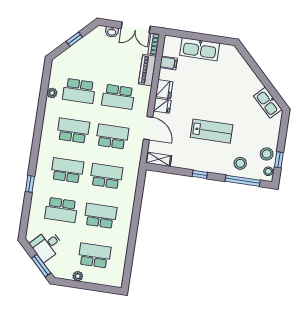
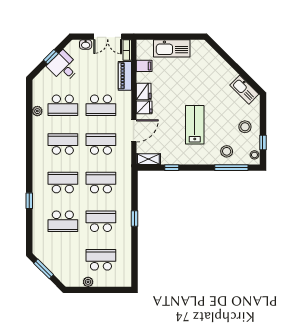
door: (148, 128) -> (134, 131), hinge flipped
lab bench: (212, 131) -> (195, 125), turned -90
stool: (267, 154) -> (245, 127), moved
window: (200, 174) -> (172, 168), moved
window: (135, 218) -> (134, 219), added
desk: (47, 245) -> (63, 67), moved, turned 90
window: (41, 266) -> (44, 269), moved

